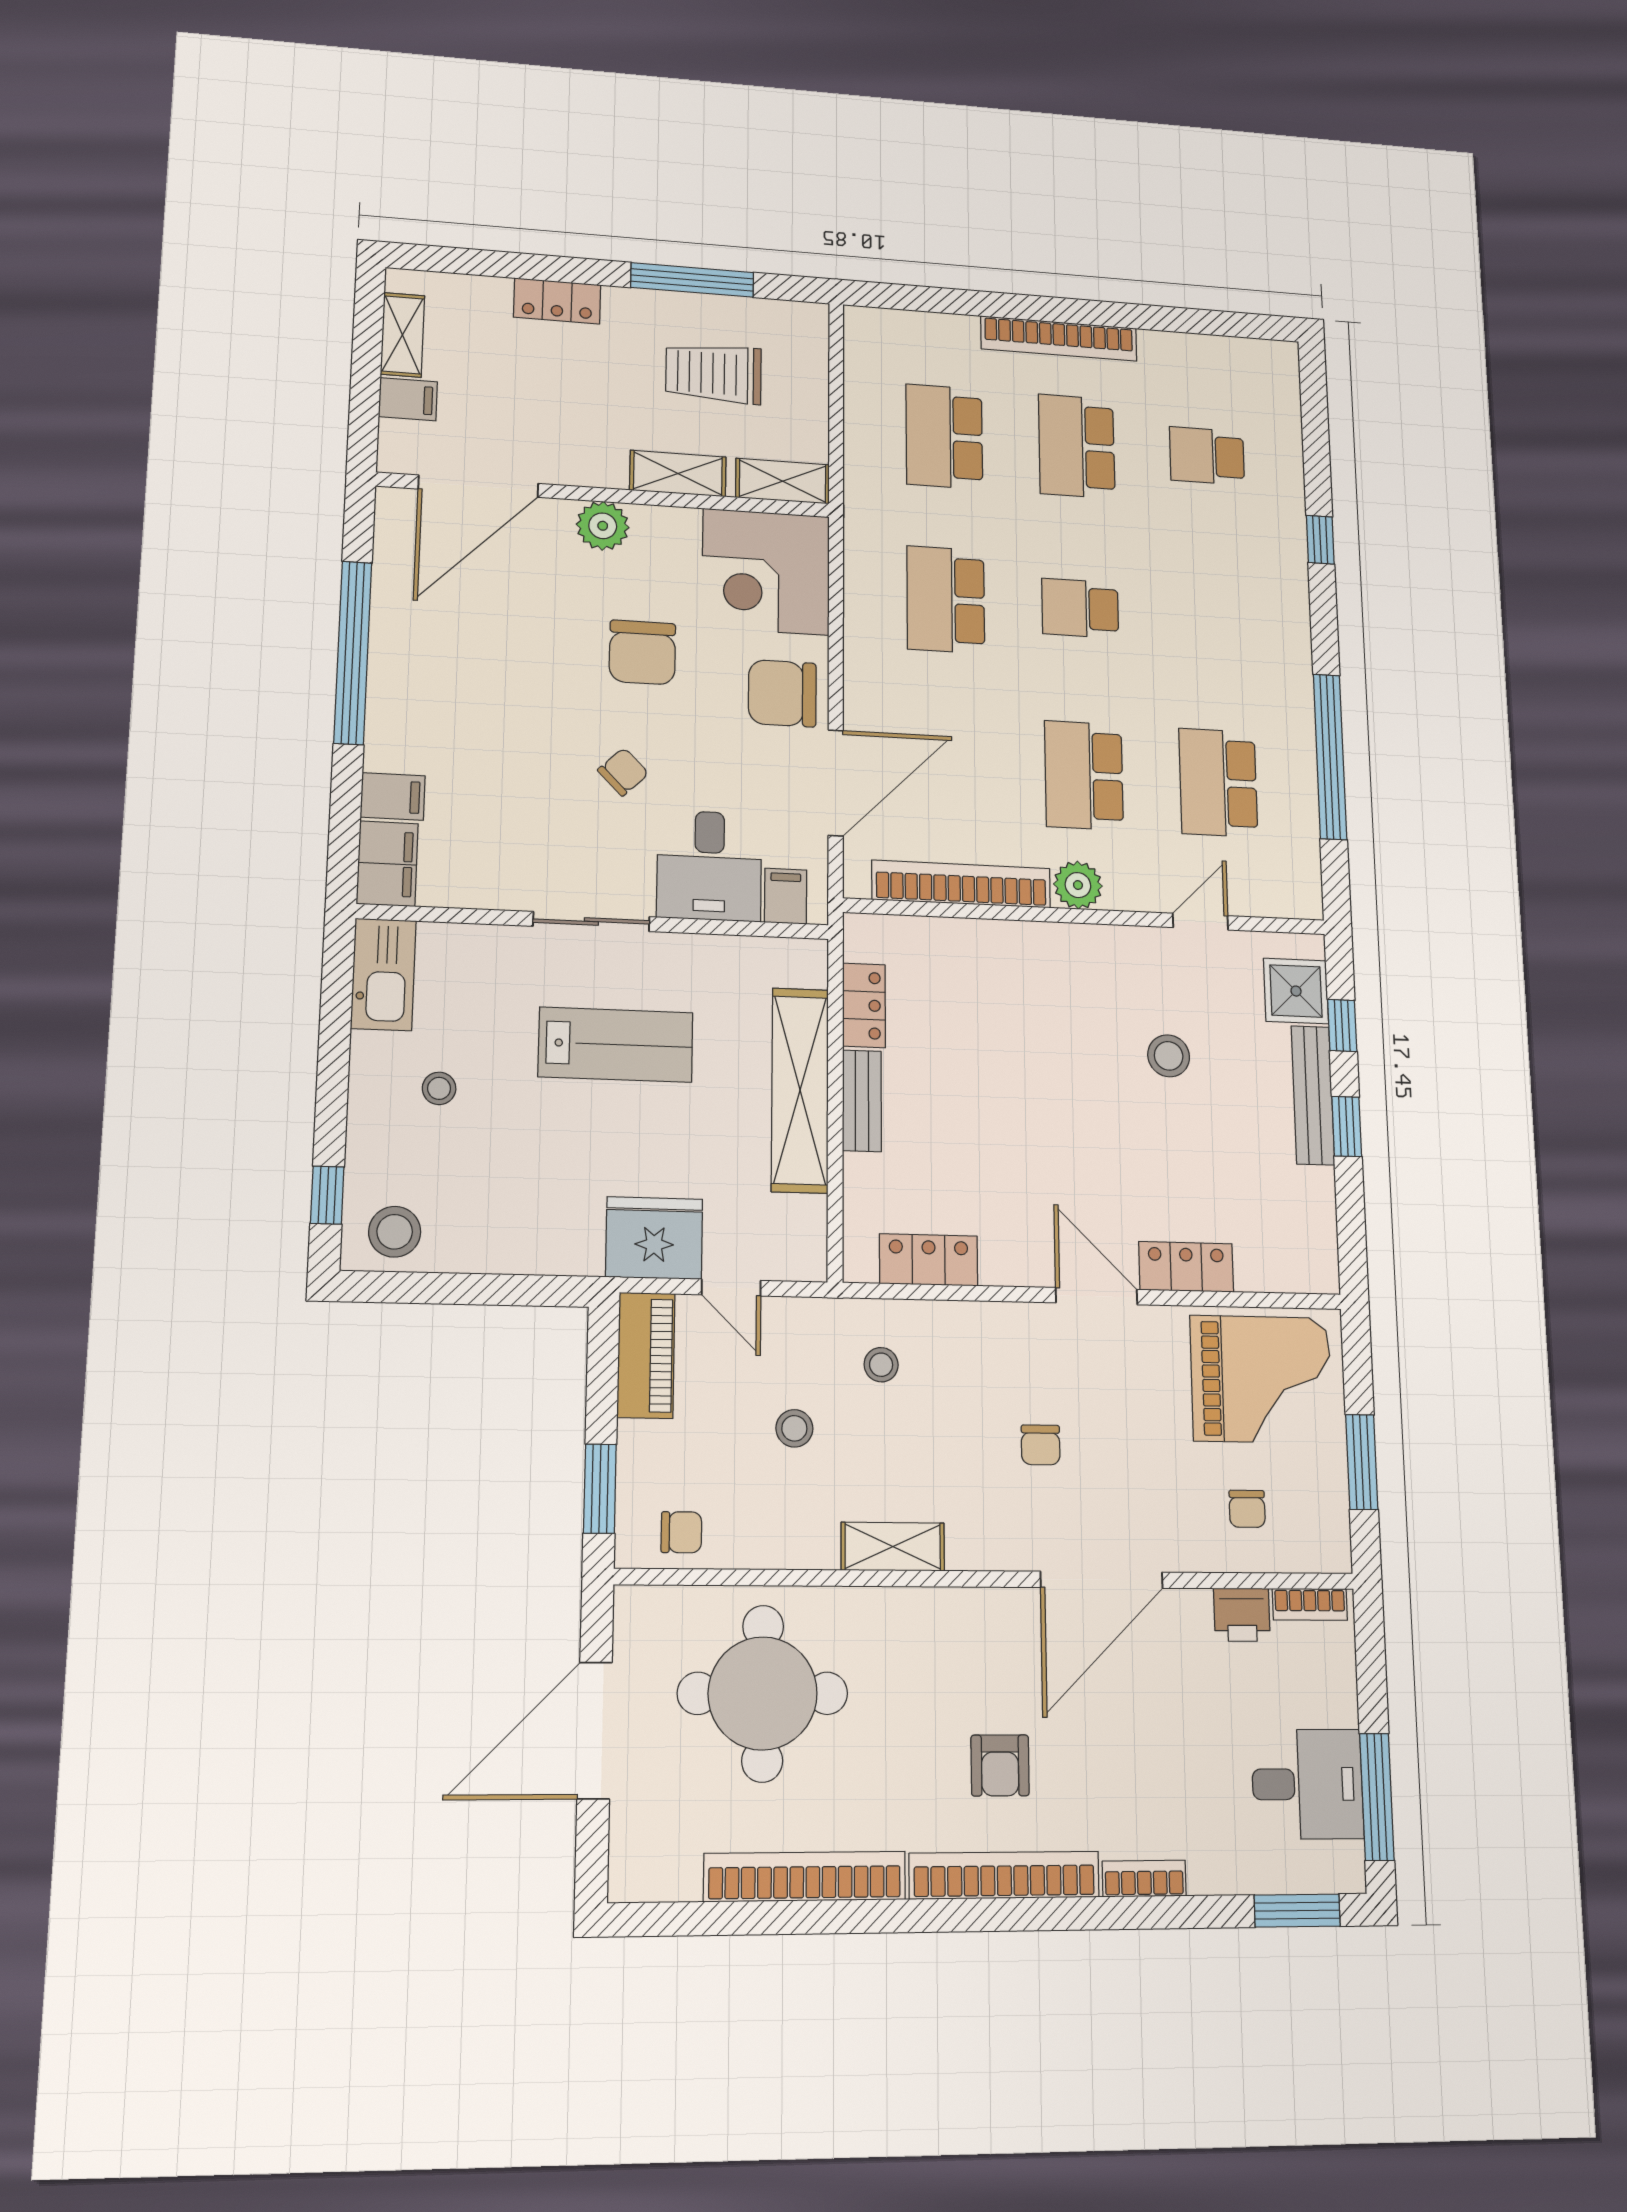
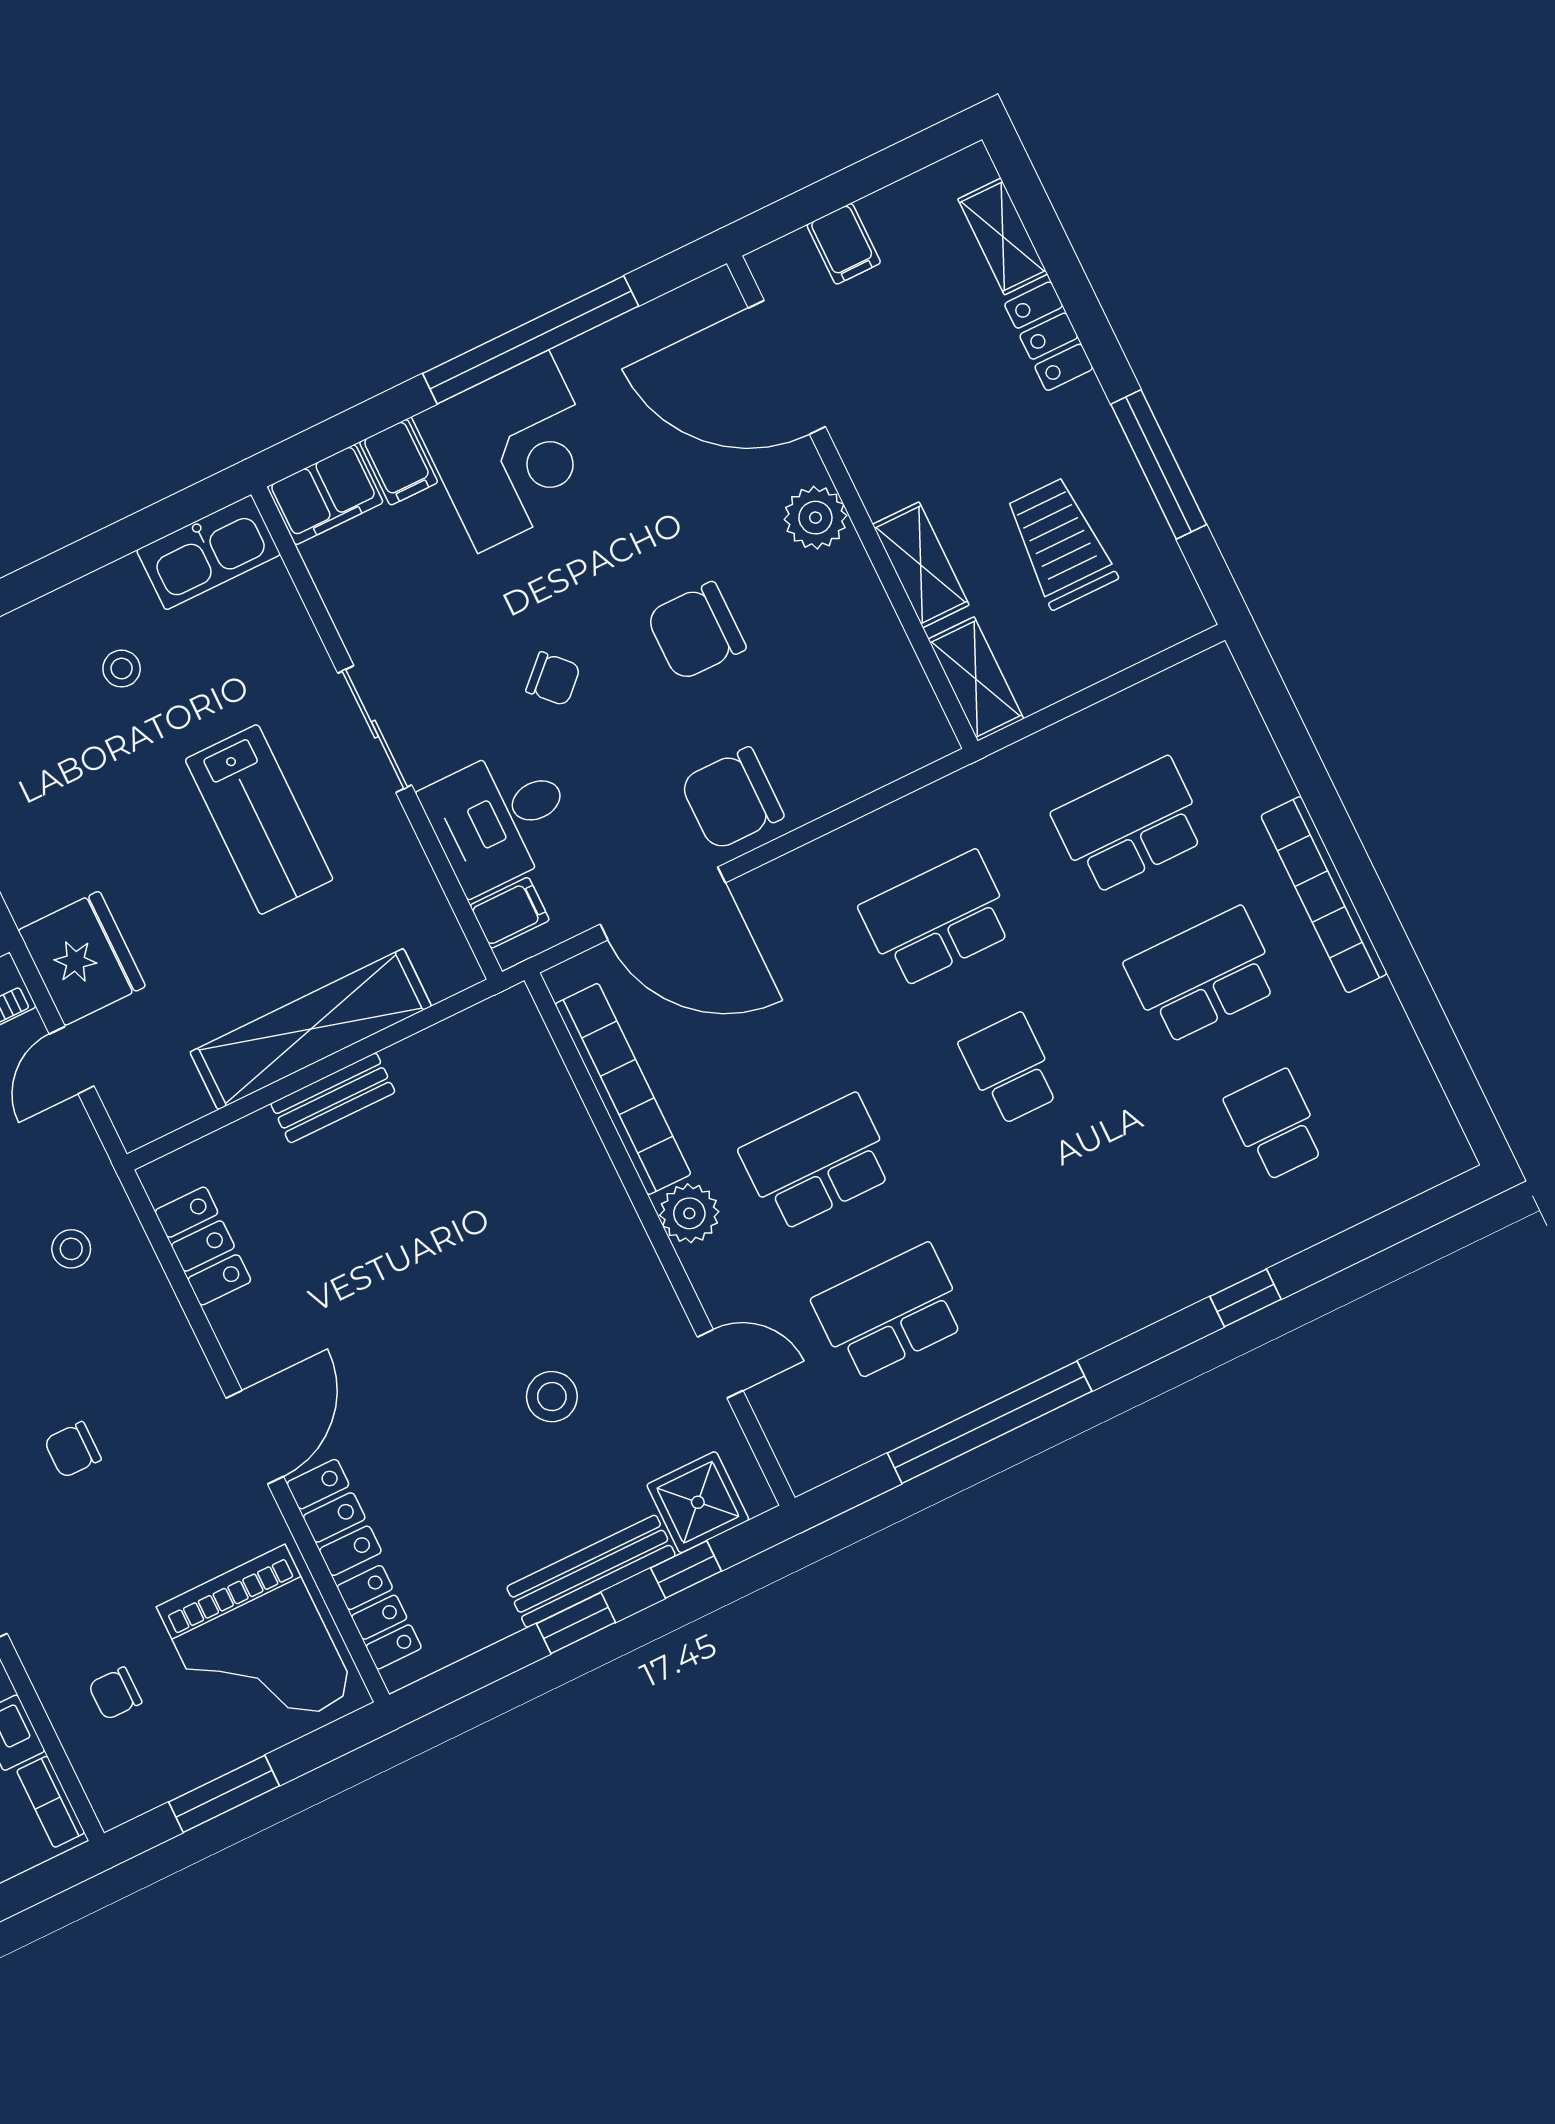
shelving: (403, 335) -> (1003, 236), moved, turned 90
corner desk: (766, 572) -> (513, 452), moved, turned 180
chair: (782, 693) -> (732, 799), turned -90
locker: (864, 1005) -> (379, 1617), moved, turned -90

